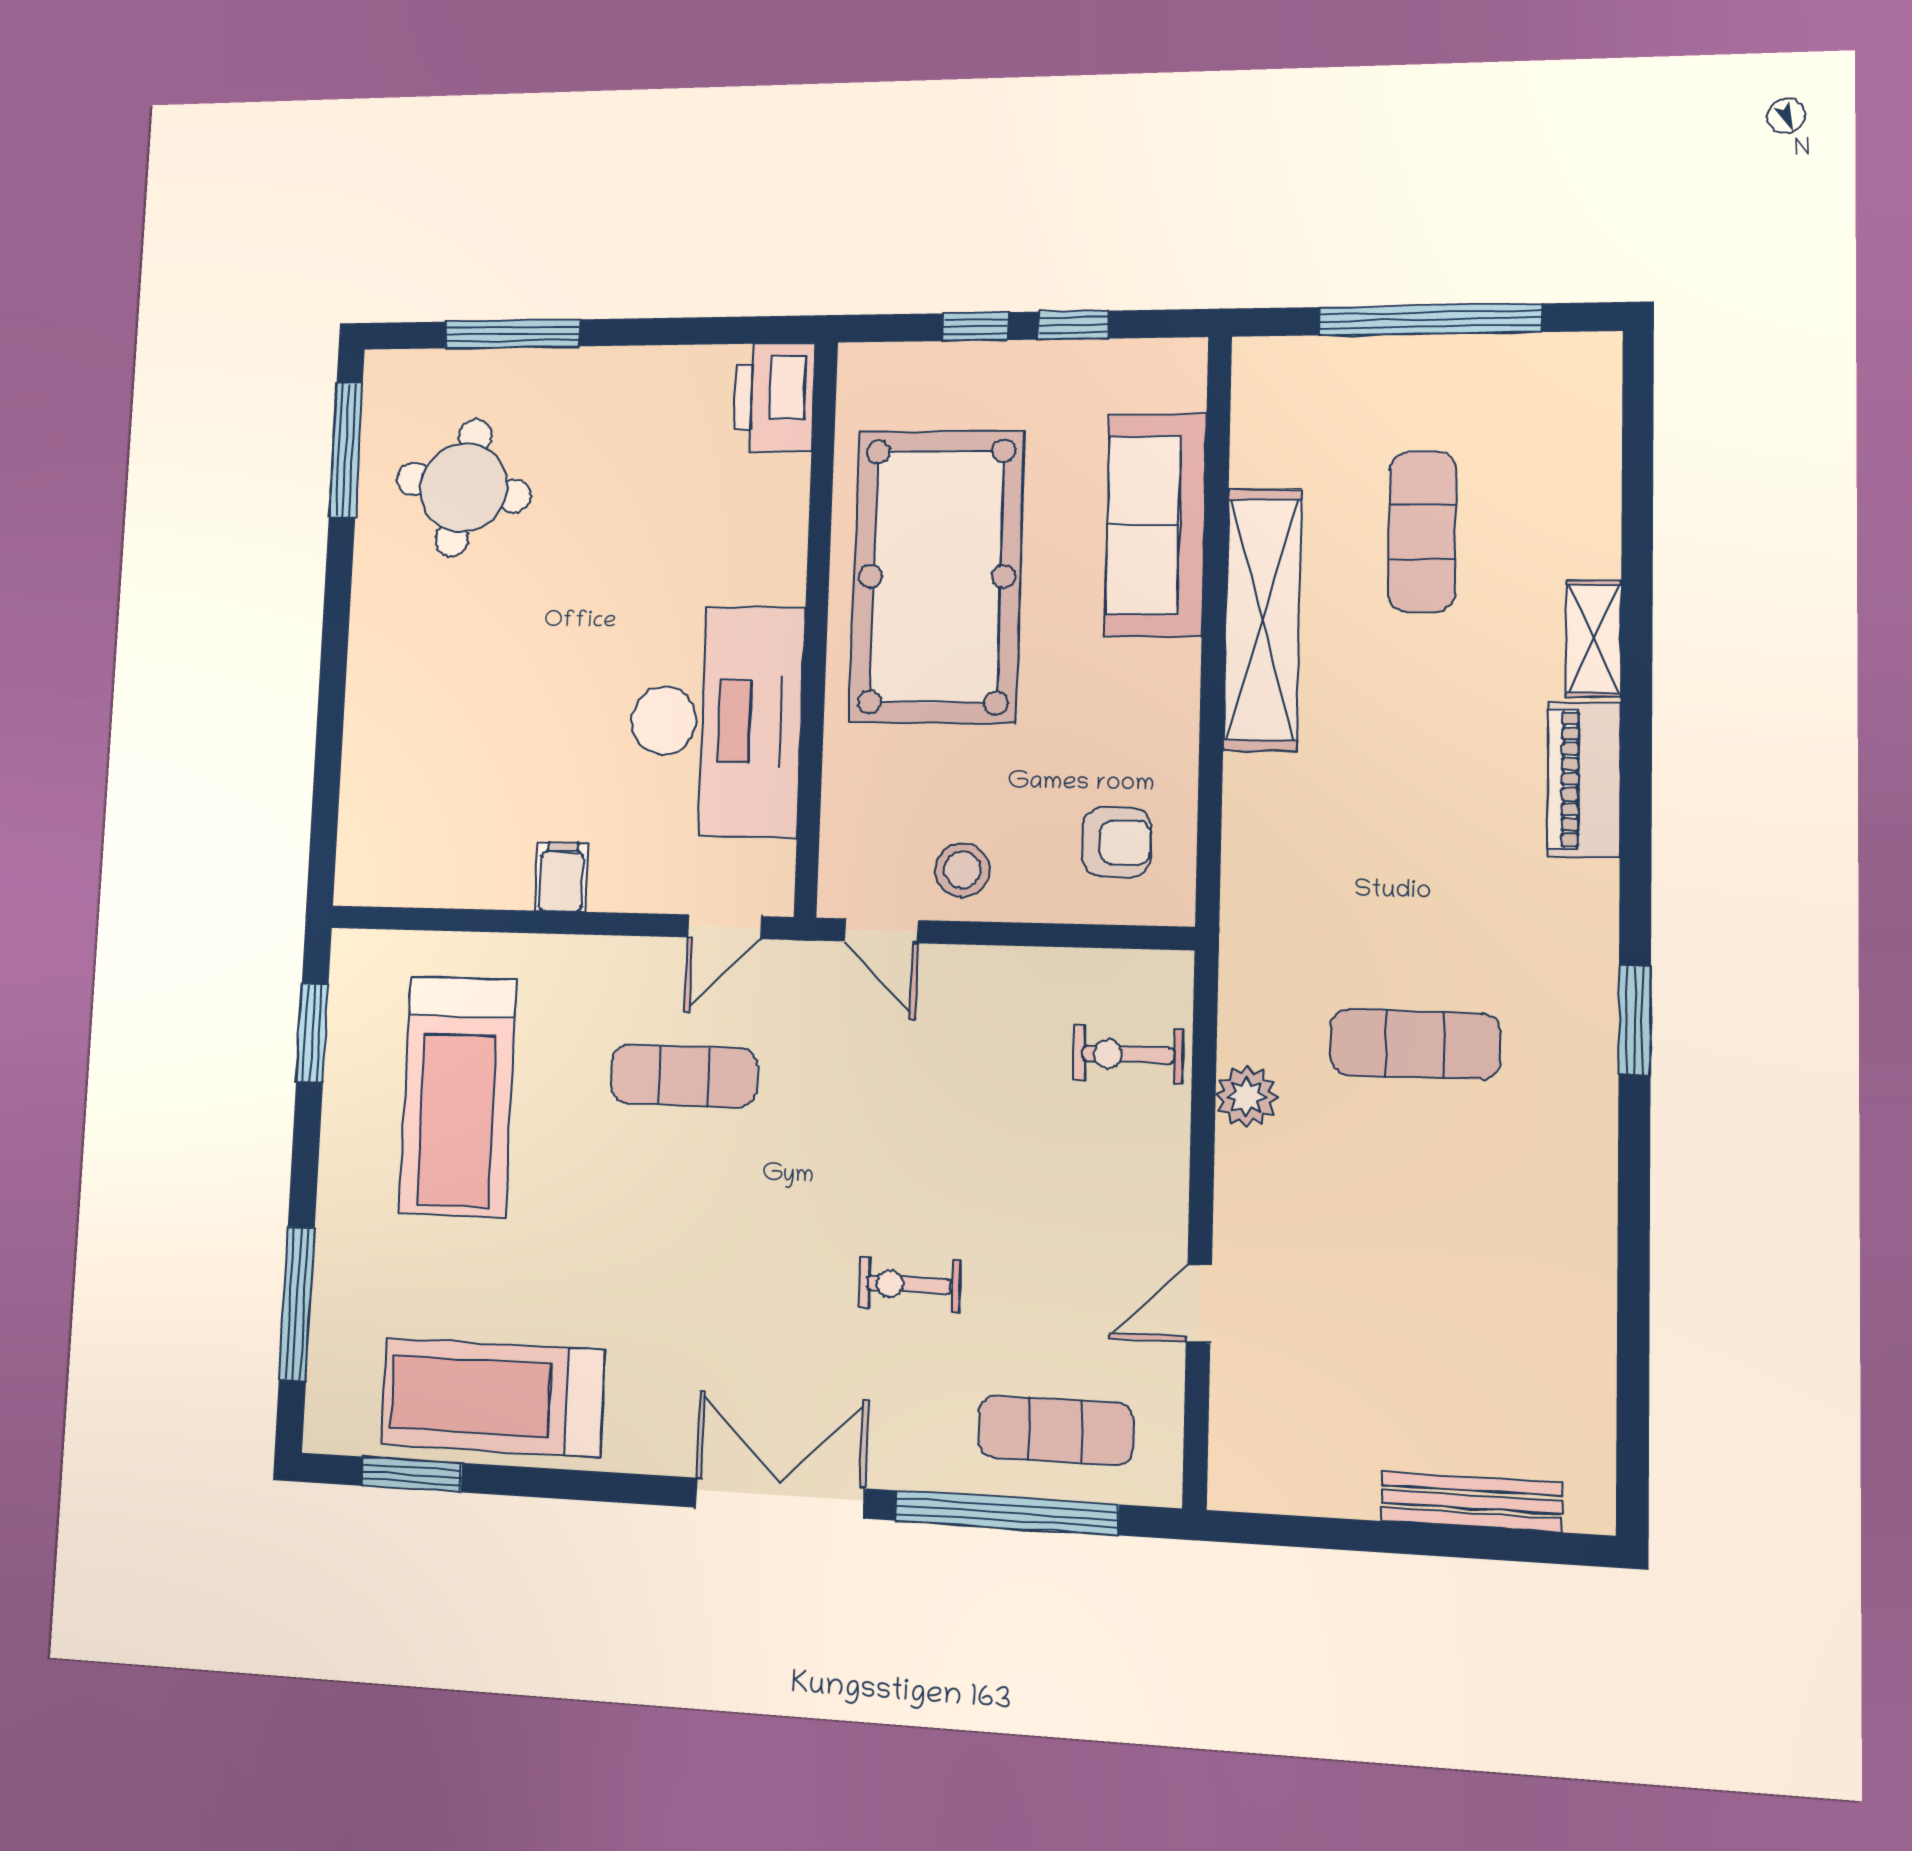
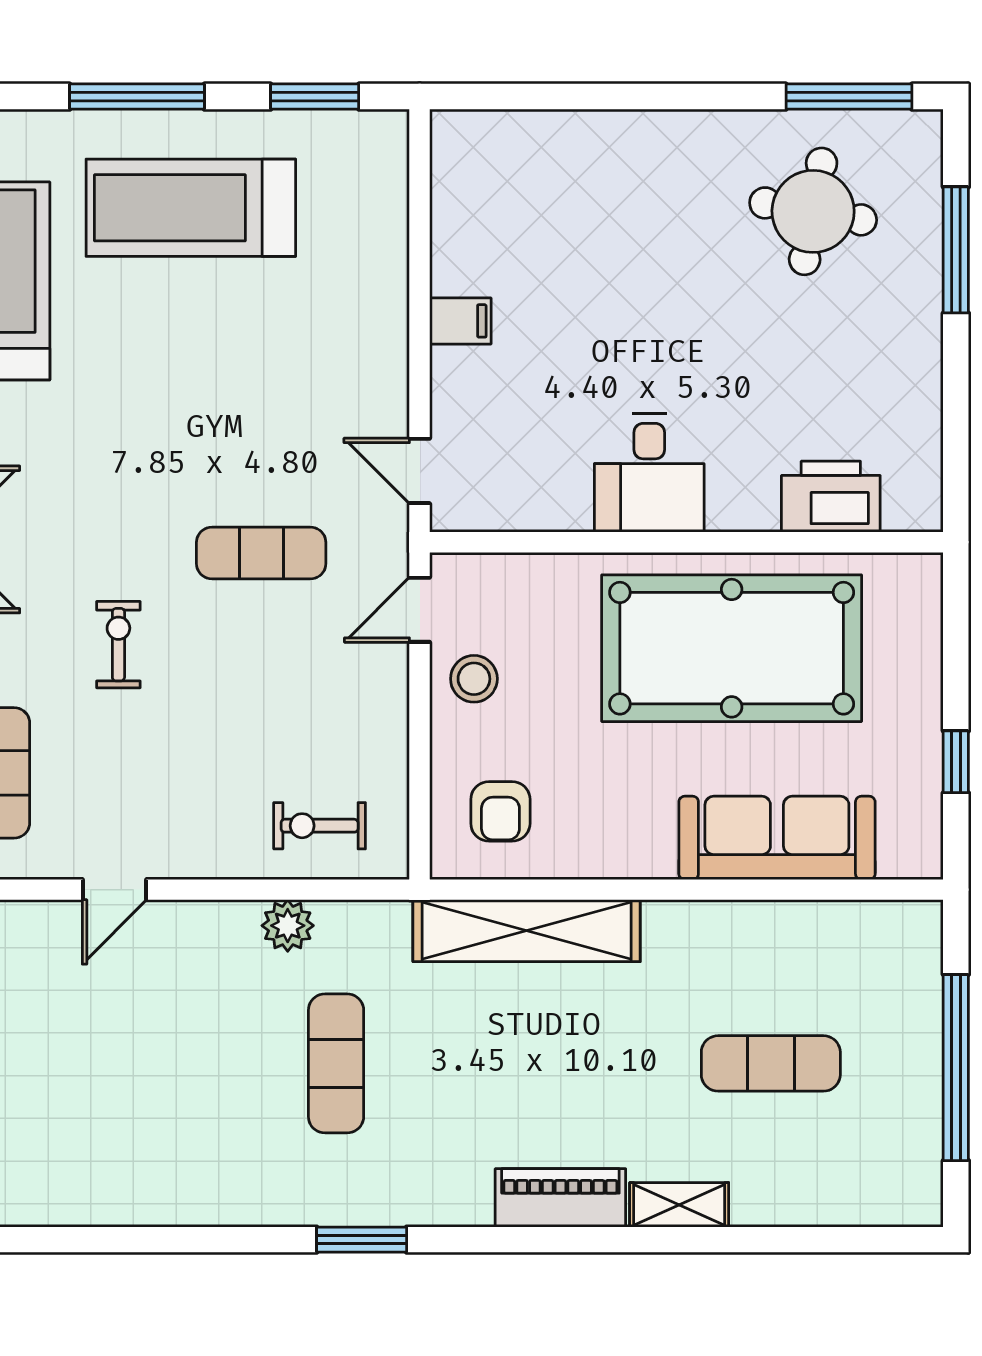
window: (975, 327) -> (956, 675), removed
printer: (775, 397) -> (831, 497), moved
shelving: (1262, 619) -> (527, 931), moved
desk: (716, 721) -> (649, 473), width x0.53, depth x0.77
exercise bike: (1128, 1055) -> (320, 826), turned -90
exercise mat: (684, 1076) -> (261, 553), moved, turned 90
treadmill: (458, 1096) -> (191, 208), moved
window: (297, 1304) -> (137, 97), moved
door: (1199, 1304) -> (114, 890), swing flipped

